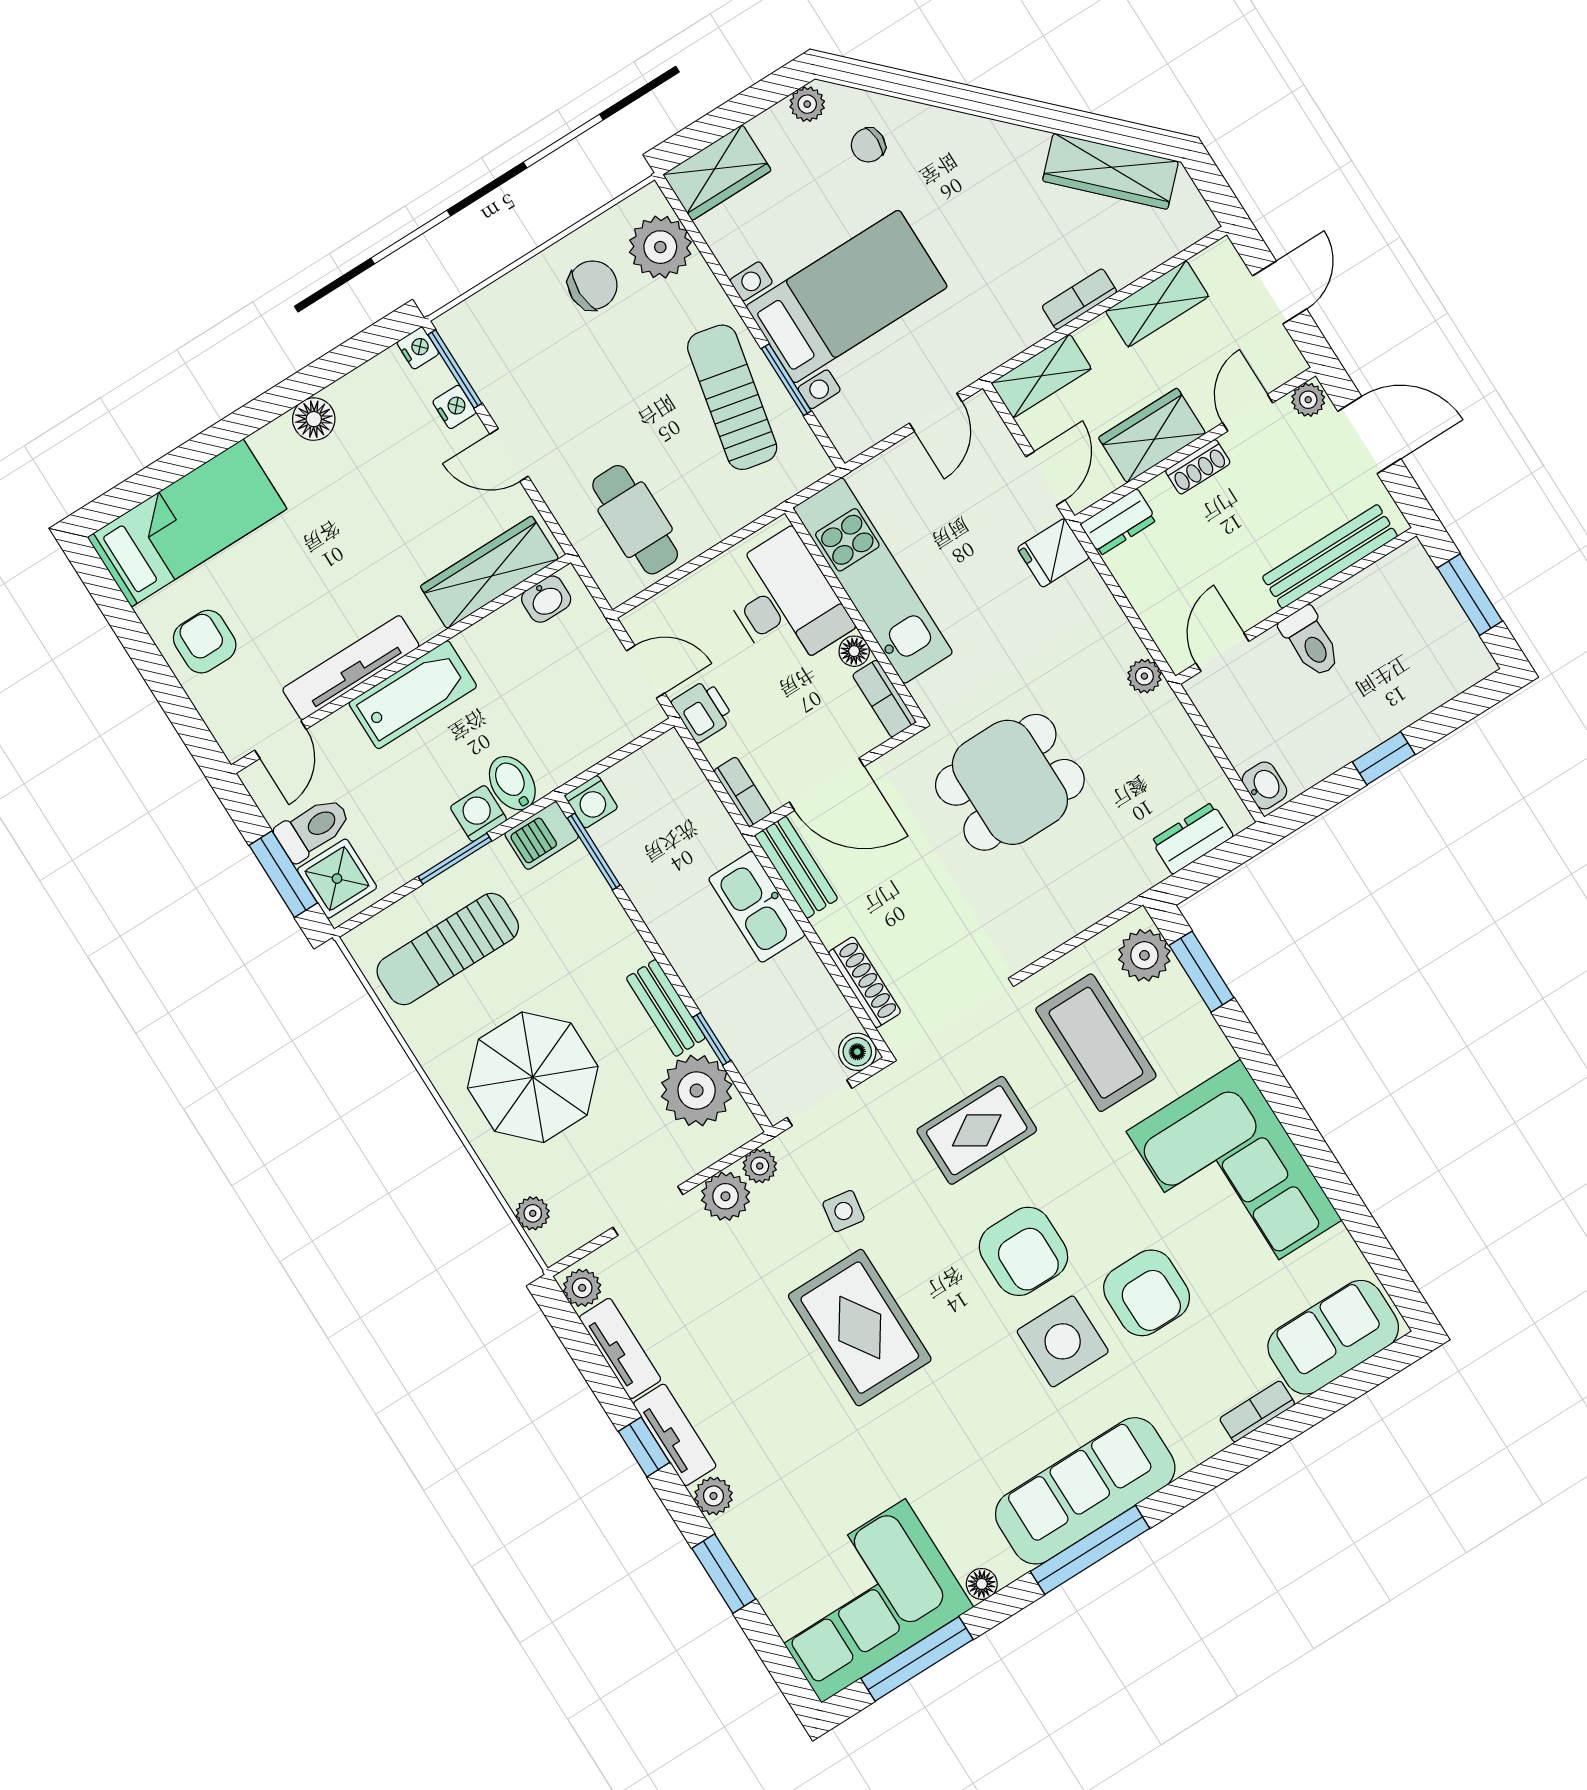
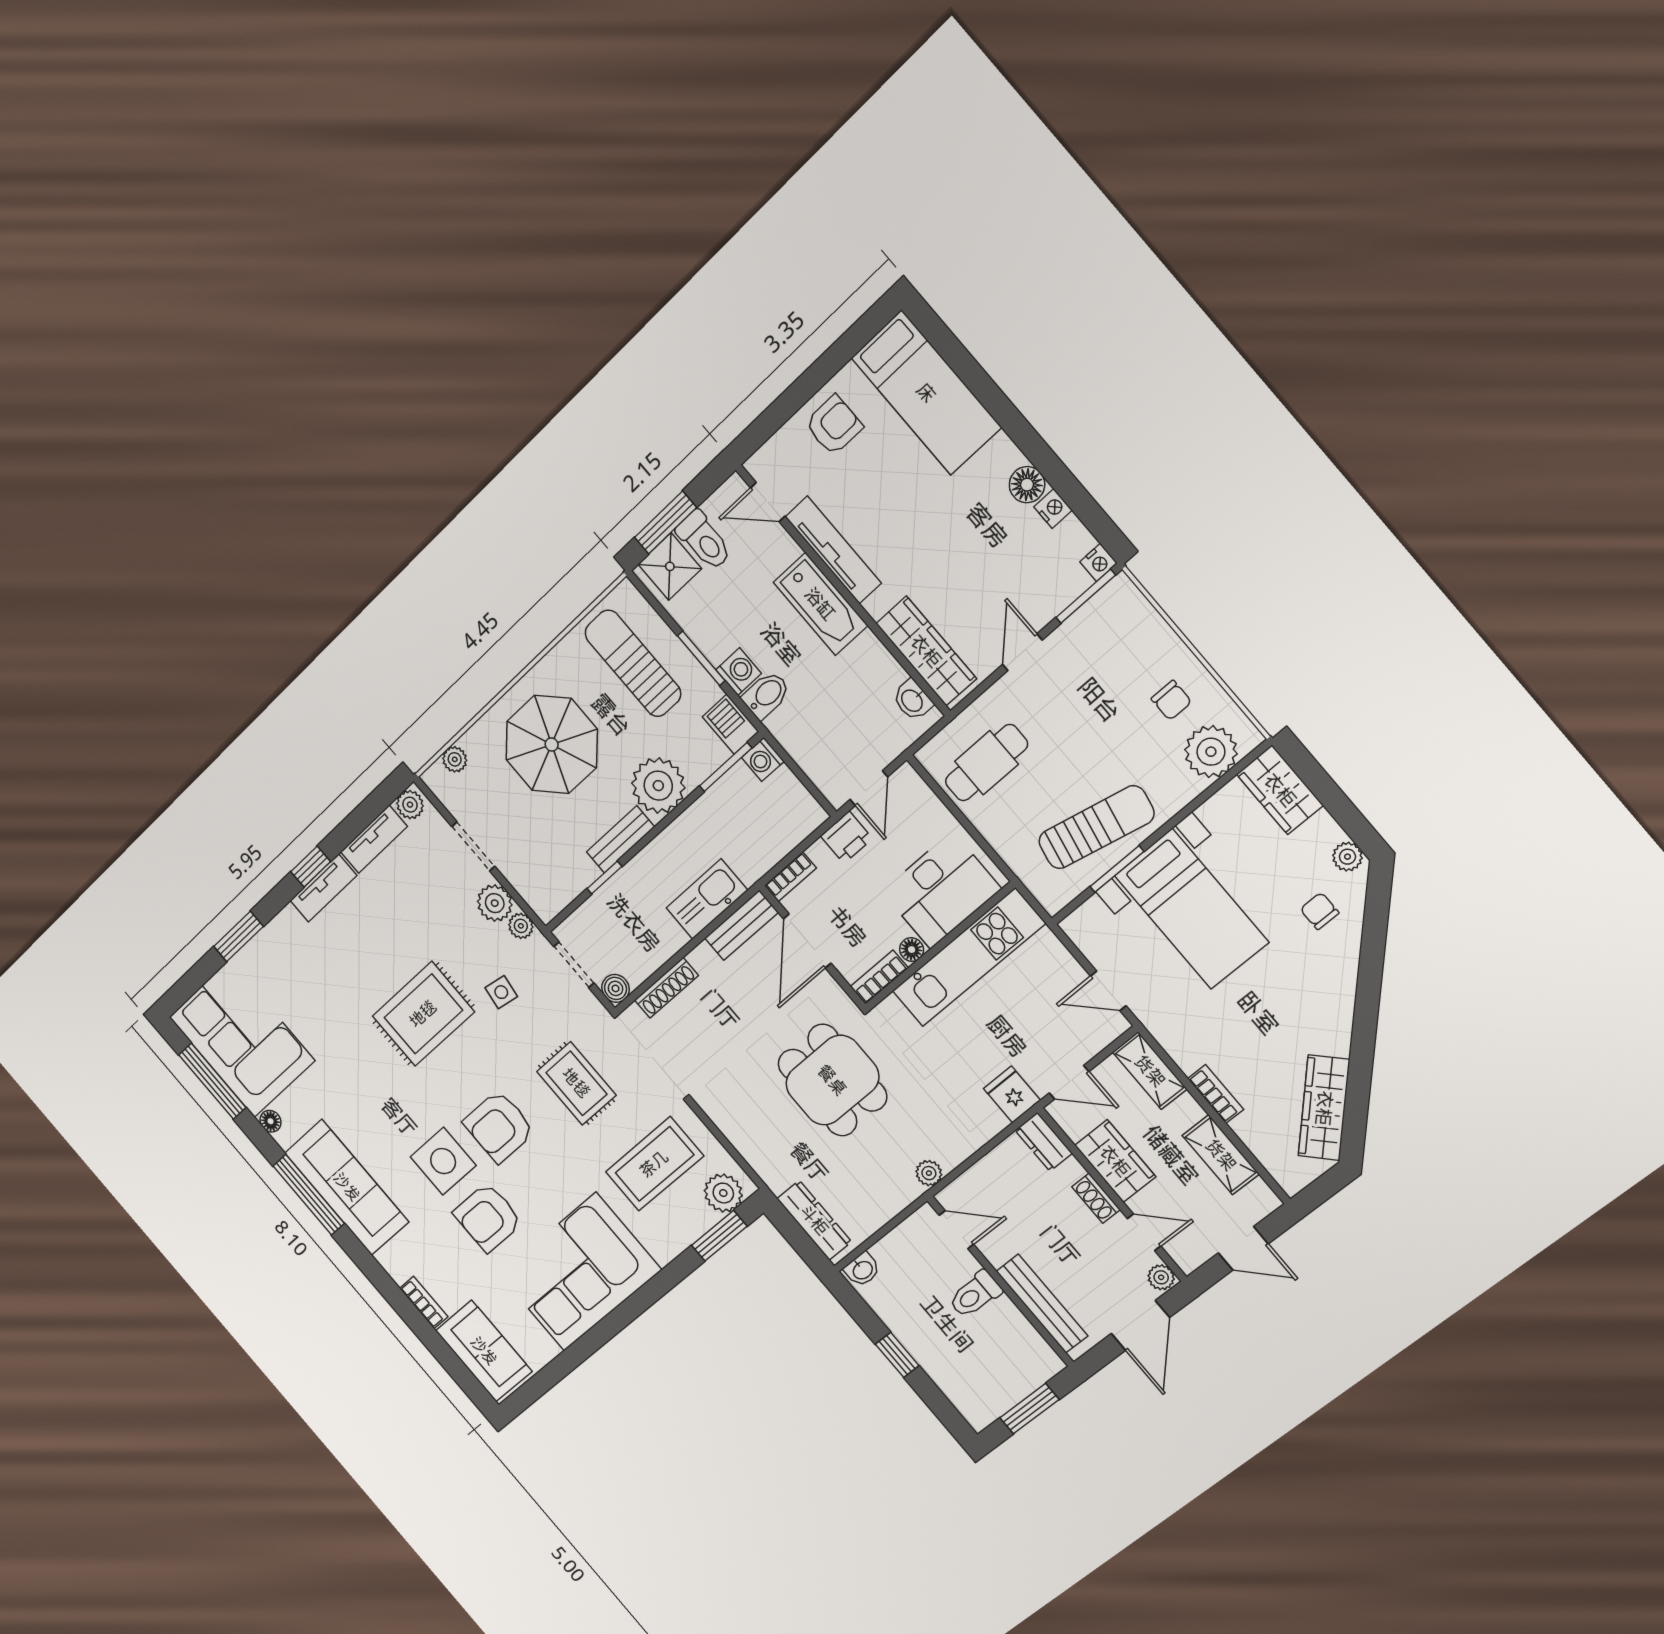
chair: (593, 285) -> (1171, 700), width x0.73, depth x0.73
nightstand: (454, 407) -> (1053, 508), moved, turned -90
dresser: (1192, 838) -> (814, 1220), width x1.44
plant: (697, 1091) -> (658, 786), moved
plant: (713, 1496) -> (288, 922), removed

